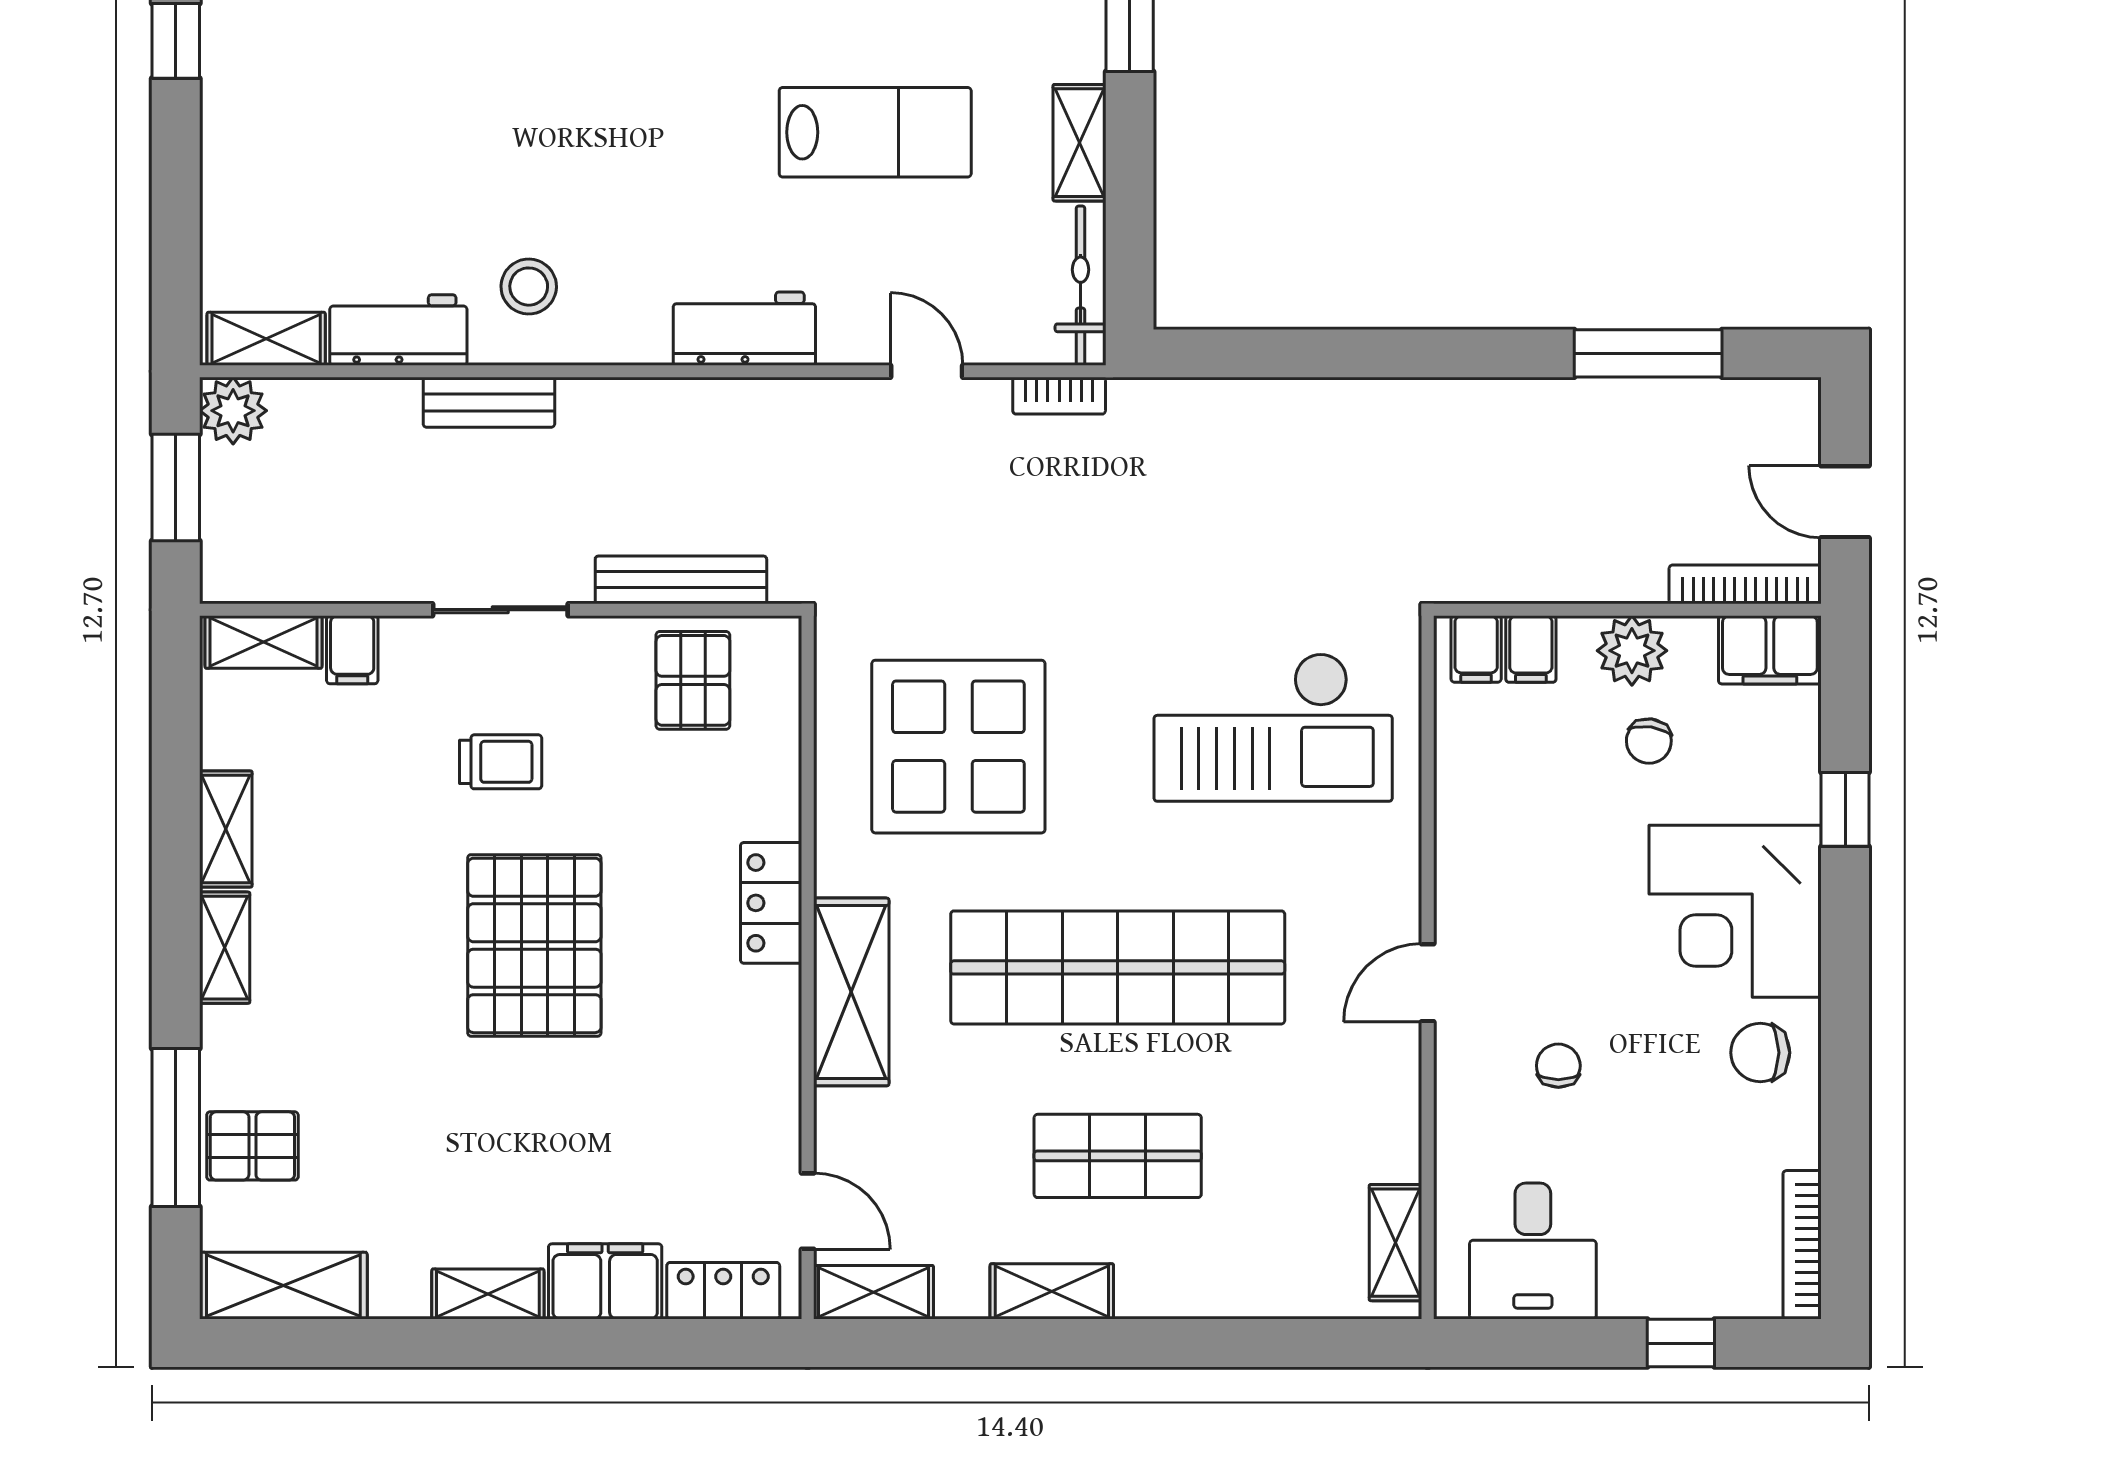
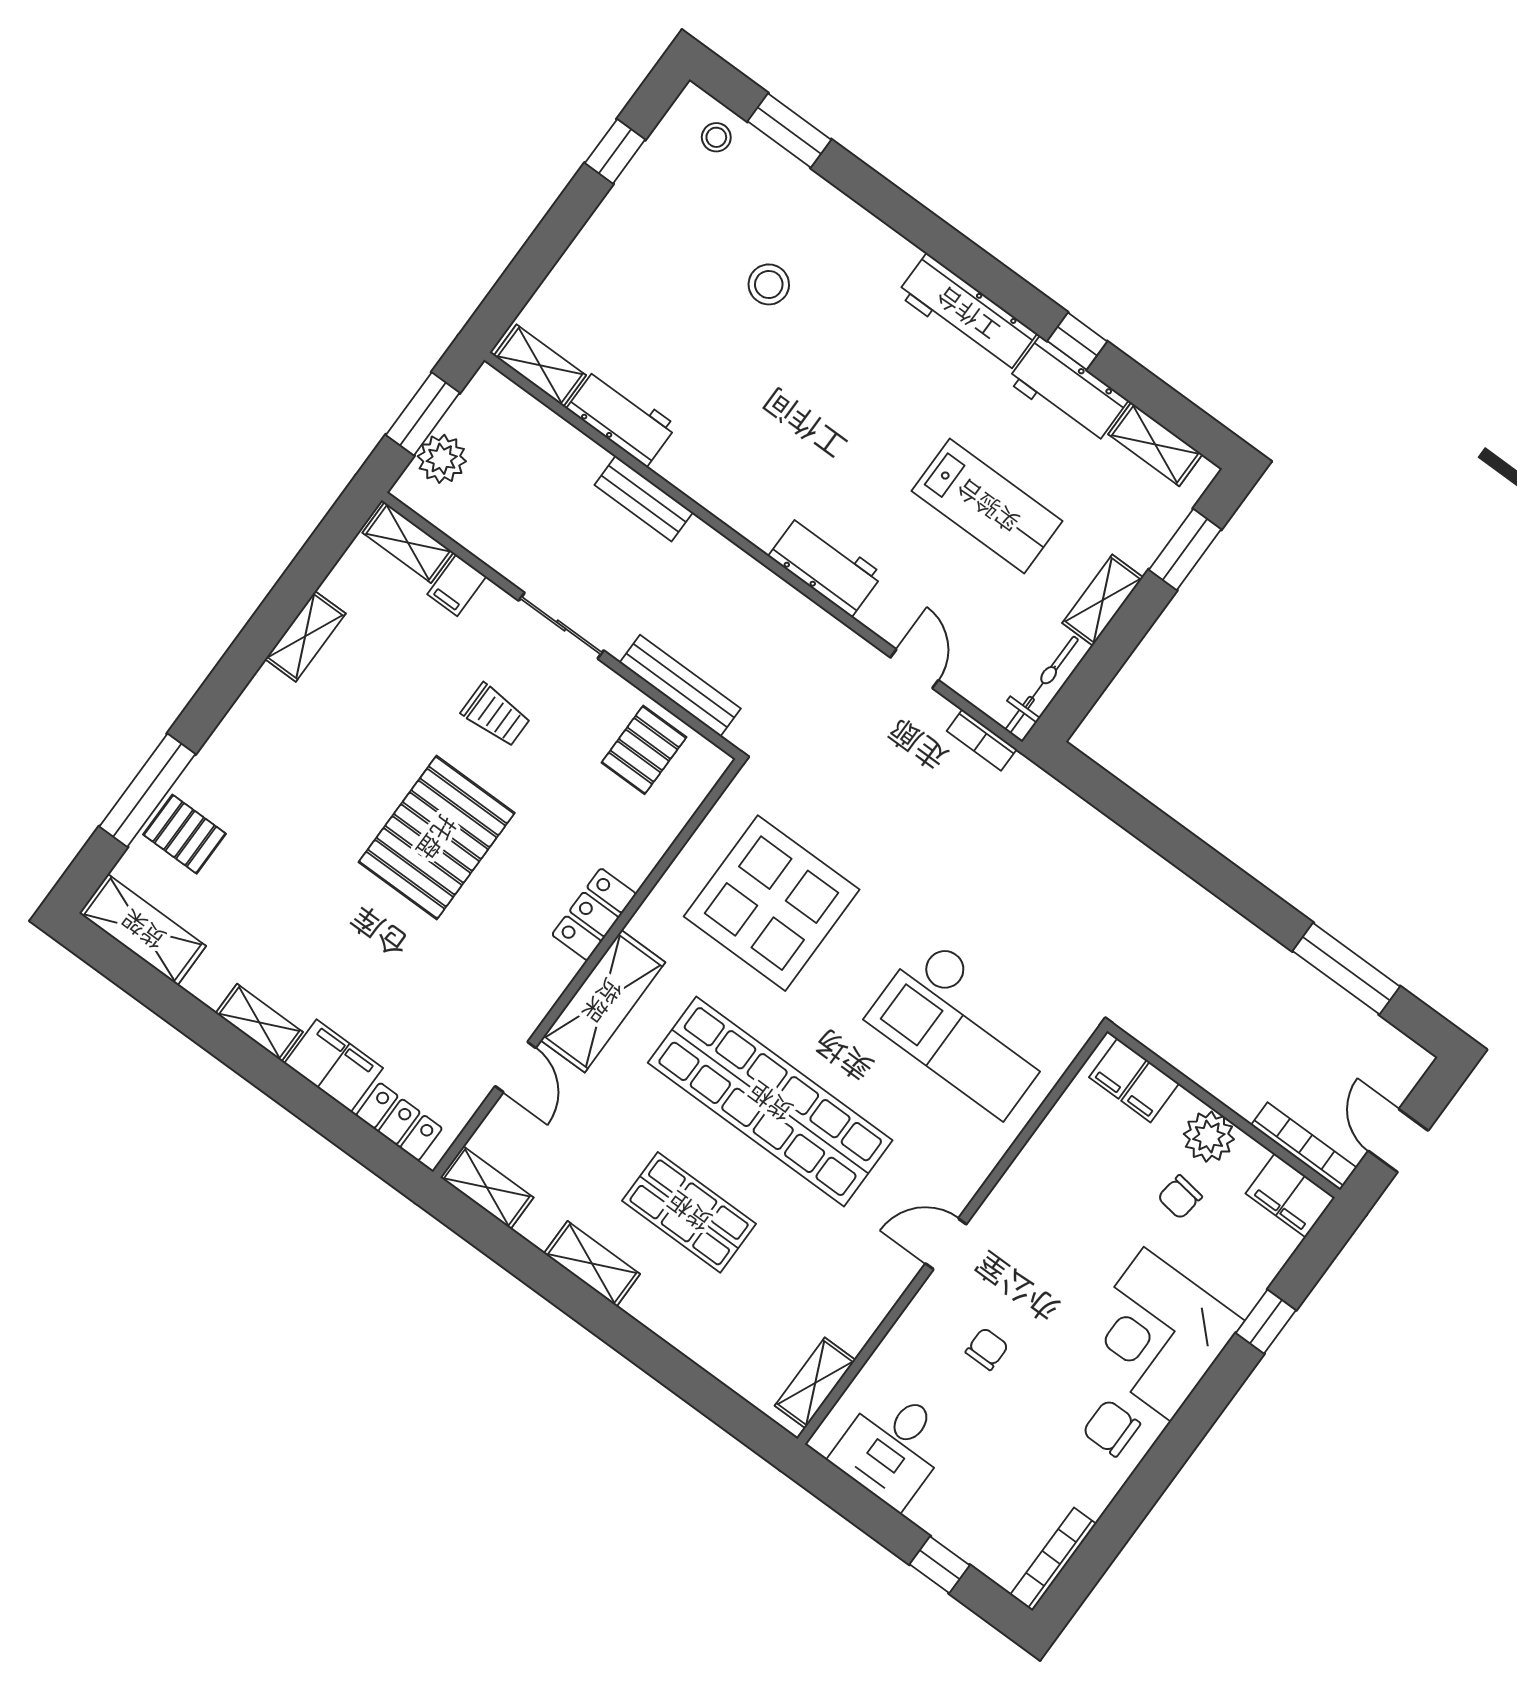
stool: (529, 287) -> (769, 284), moved
plant: (233, 411) -> (442, 459), moved
shelving: (225, 948) -> (254, 706), removed
door: (808, 1211) -> (515, 1067), moved

